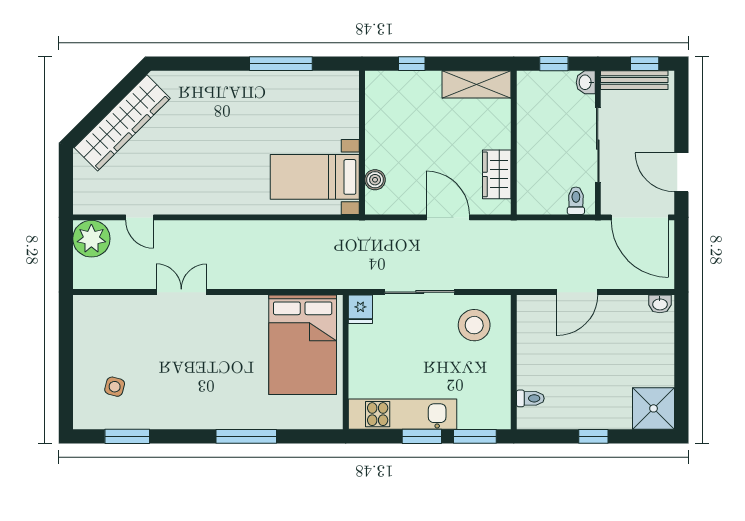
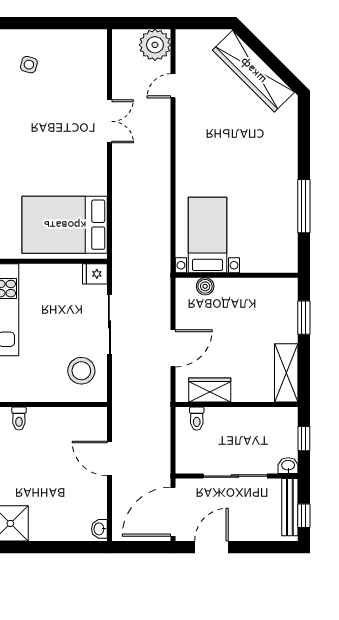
window: (412, 64) -> (304, 318), width x1.50
toilet: (576, 201) -> (197, 419), moved, turned 90

